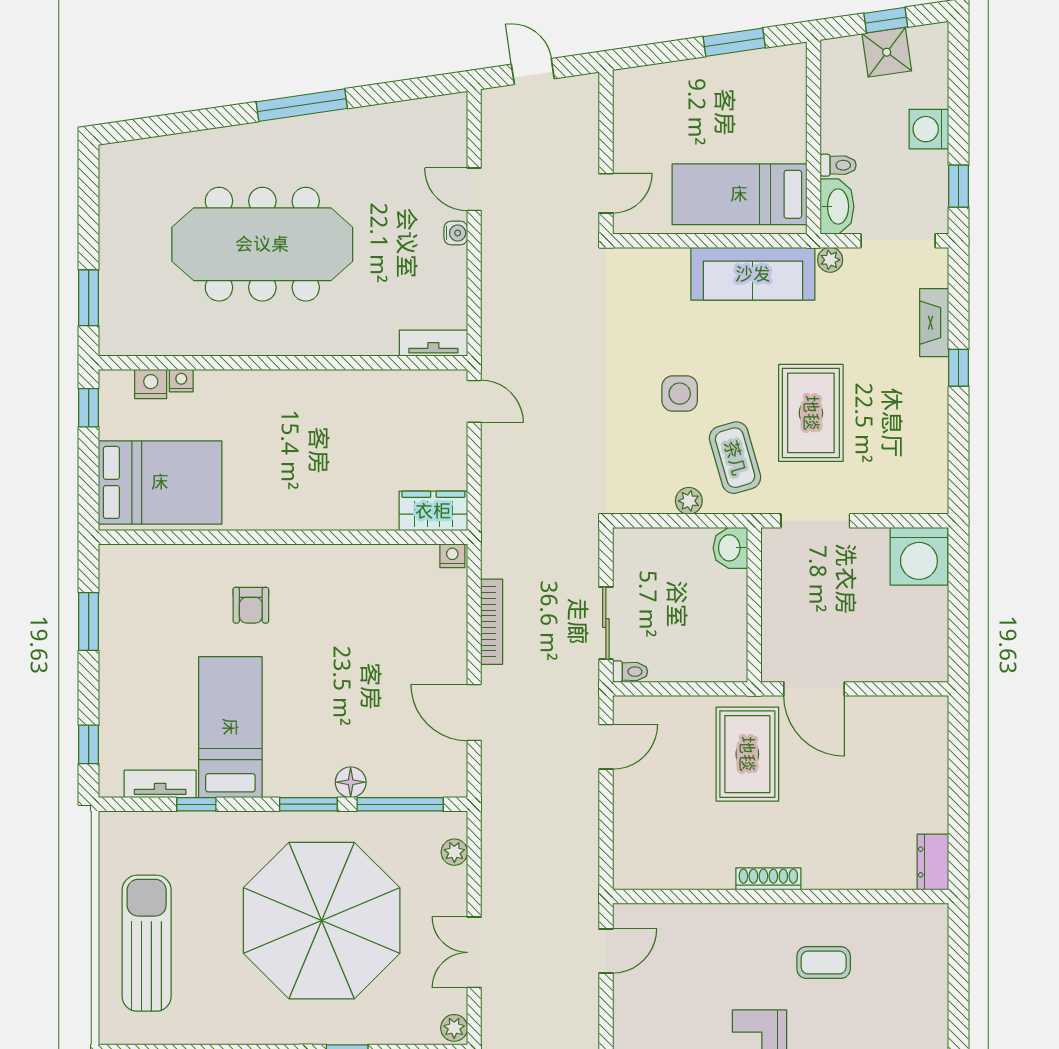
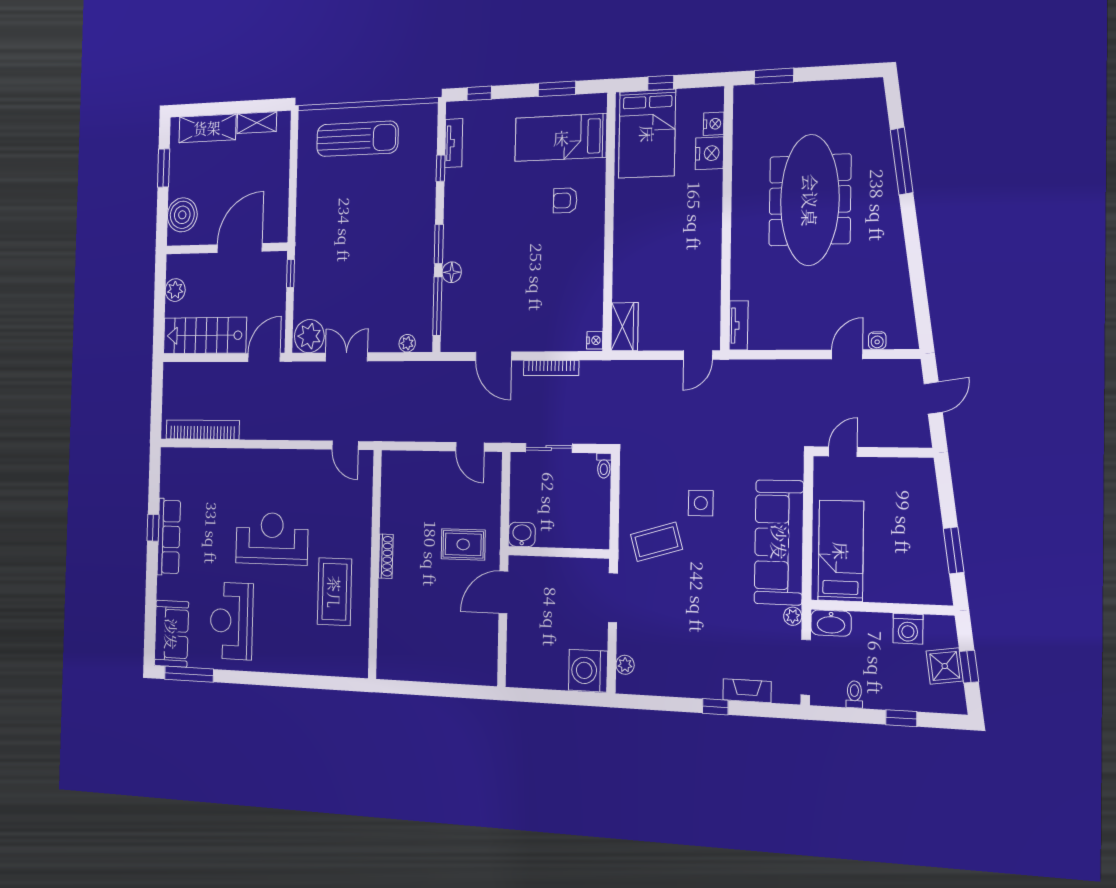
window: (302, 105) -> (902, 161), moved
washing machine: (929, 129) -> (908, 629), moved, turned 180
toilet: (838, 165) -> (854, 694), moved, turned 180
window: (959, 186) -> (901, 718), moved
door: (606, 193) -> (843, 452), swing flipped
water cooler: (456, 233) -> (877, 340), moved
sofa: (753, 274) -> (779, 542), width x1.36, depth x1.27
nightstand: (181, 381) -> (709, 153), width x1.89, depth x1.79
window: (89, 408) -> (661, 83), moved
rug: (811, 413) -> (686, 598), removed
plant: (689, 501) -> (625, 665), moved
washbasin: (730, 548) -> (522, 534), moved
toilet: (630, 672) -> (604, 466), moved
door: (474, 712) -> (493, 356), swing flipped
bed: (230, 727) -> (561, 138), moved, turned 180
rug: (747, 754) -> (463, 544), width x0.73, depth x0.70
dresser: (933, 862) -> (393, 669), removed
parasol: (322, 921) -> (368, 255), removed
coffee table: (824, 963) -> (334, 592), width x1.86, depth x1.72
plant: (454, 1028) -> (309, 336), width x1.88, depth x1.88

